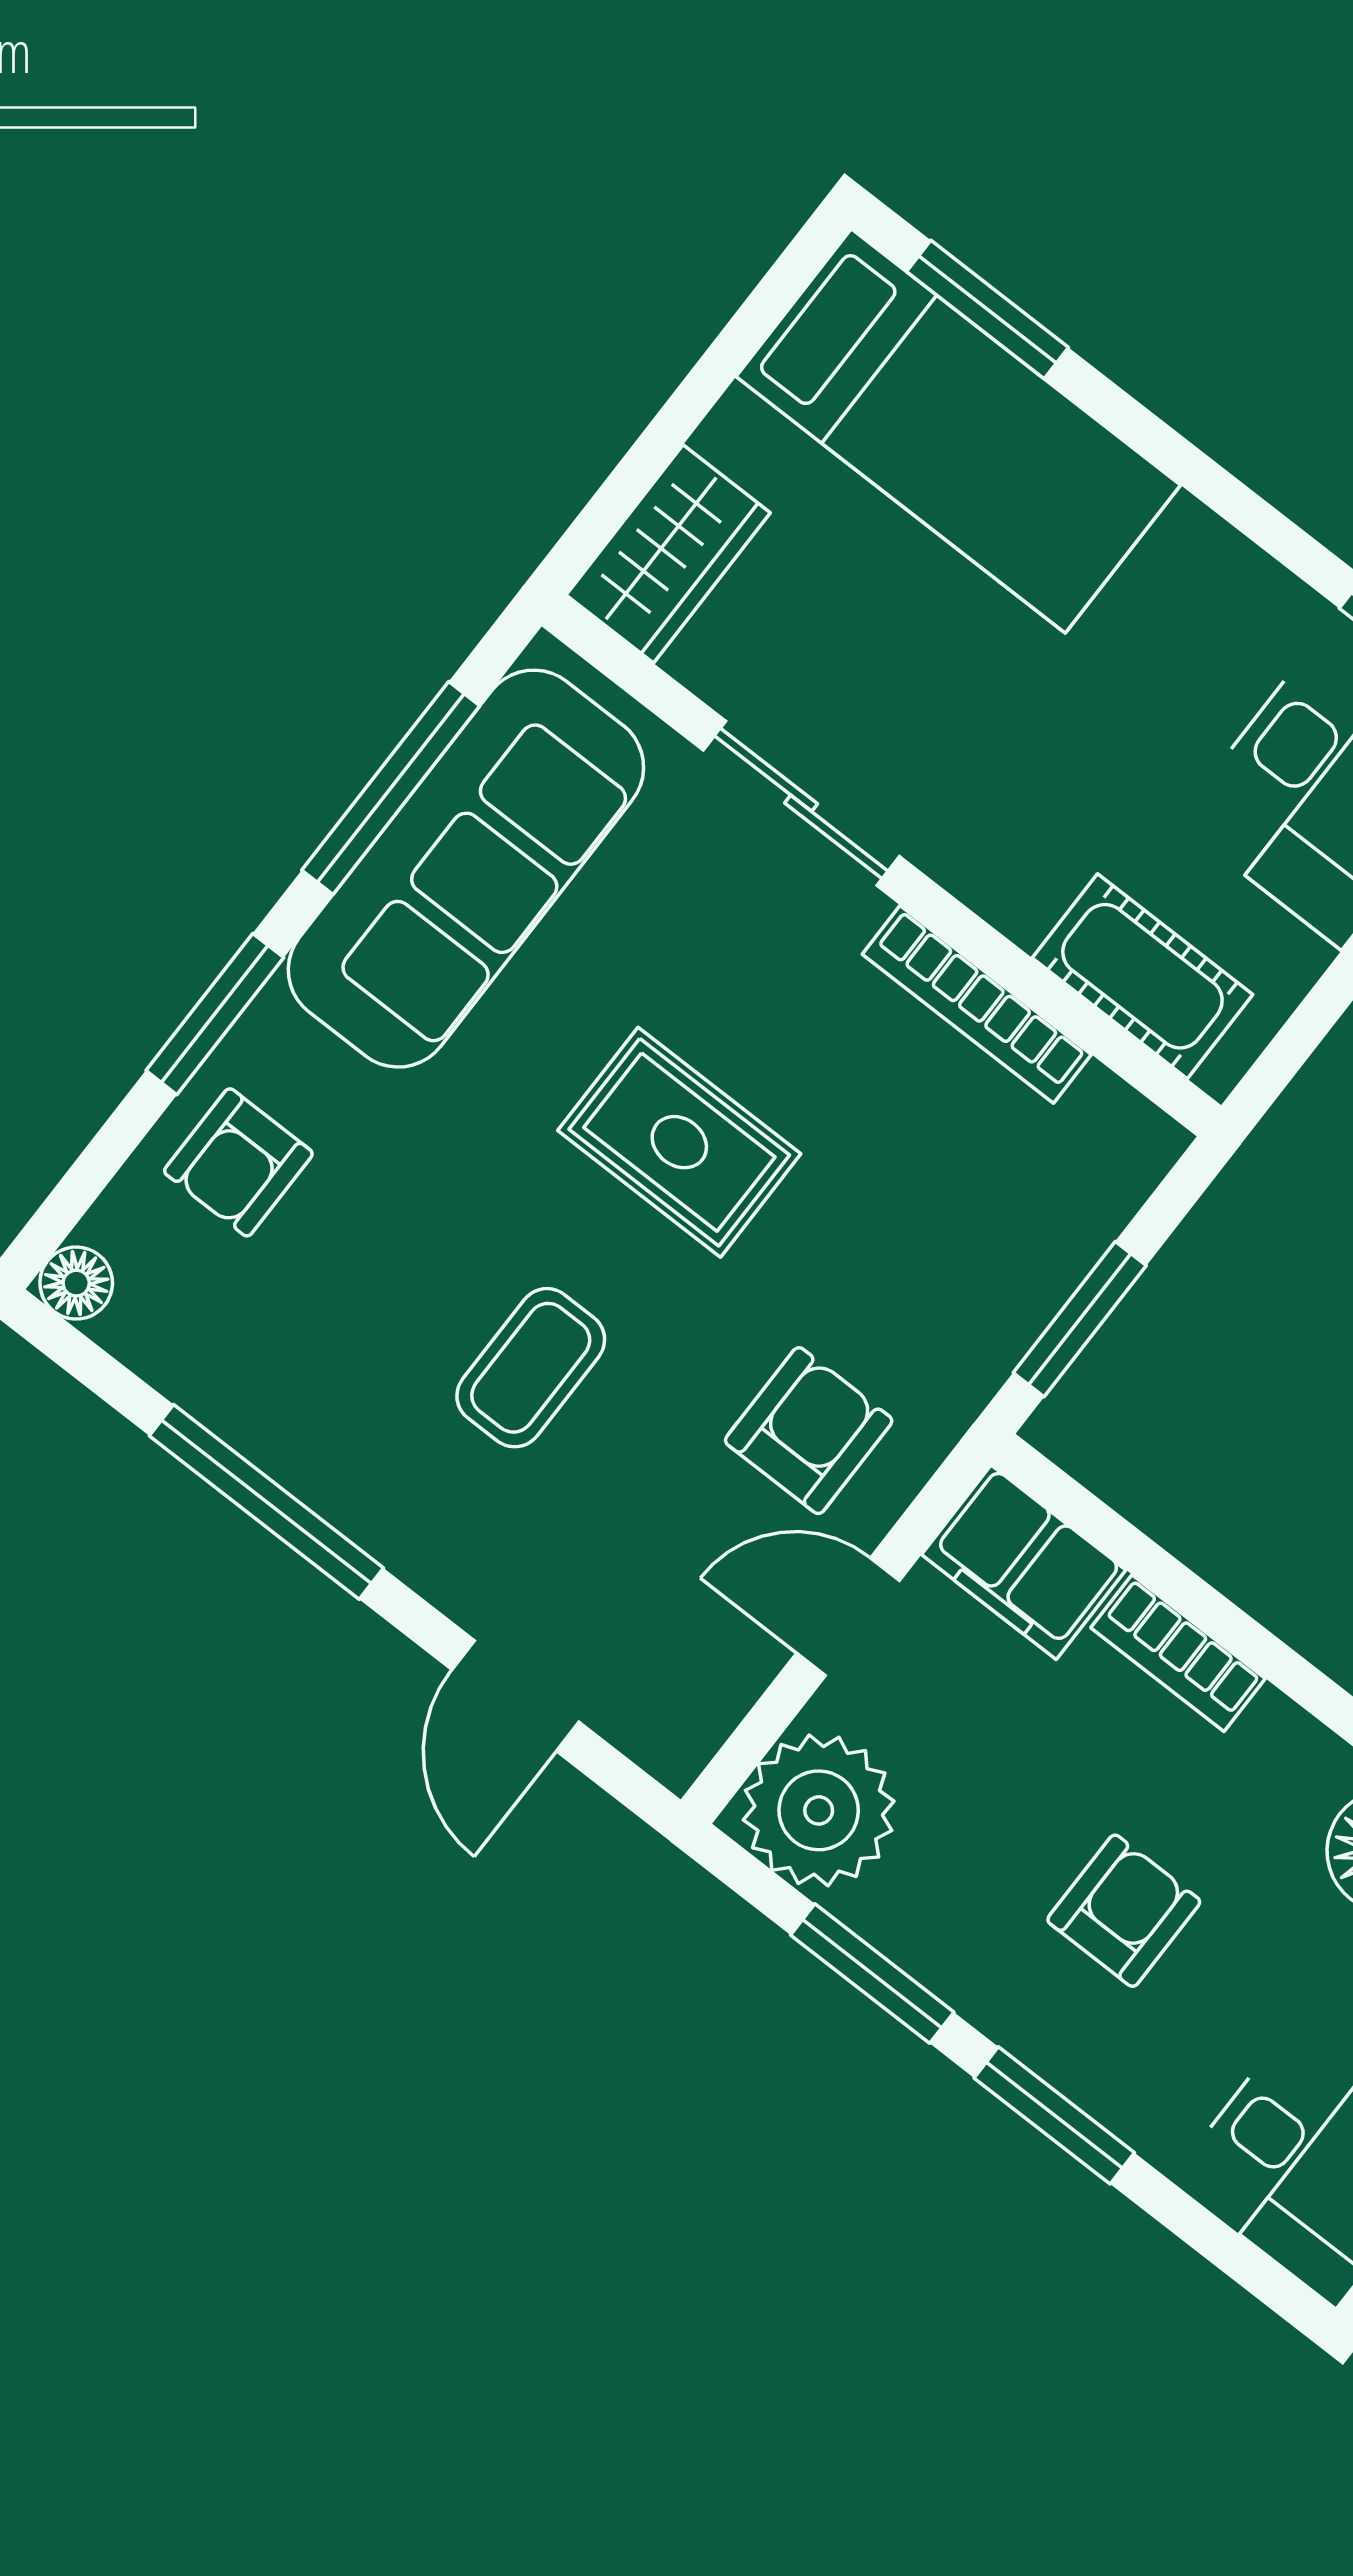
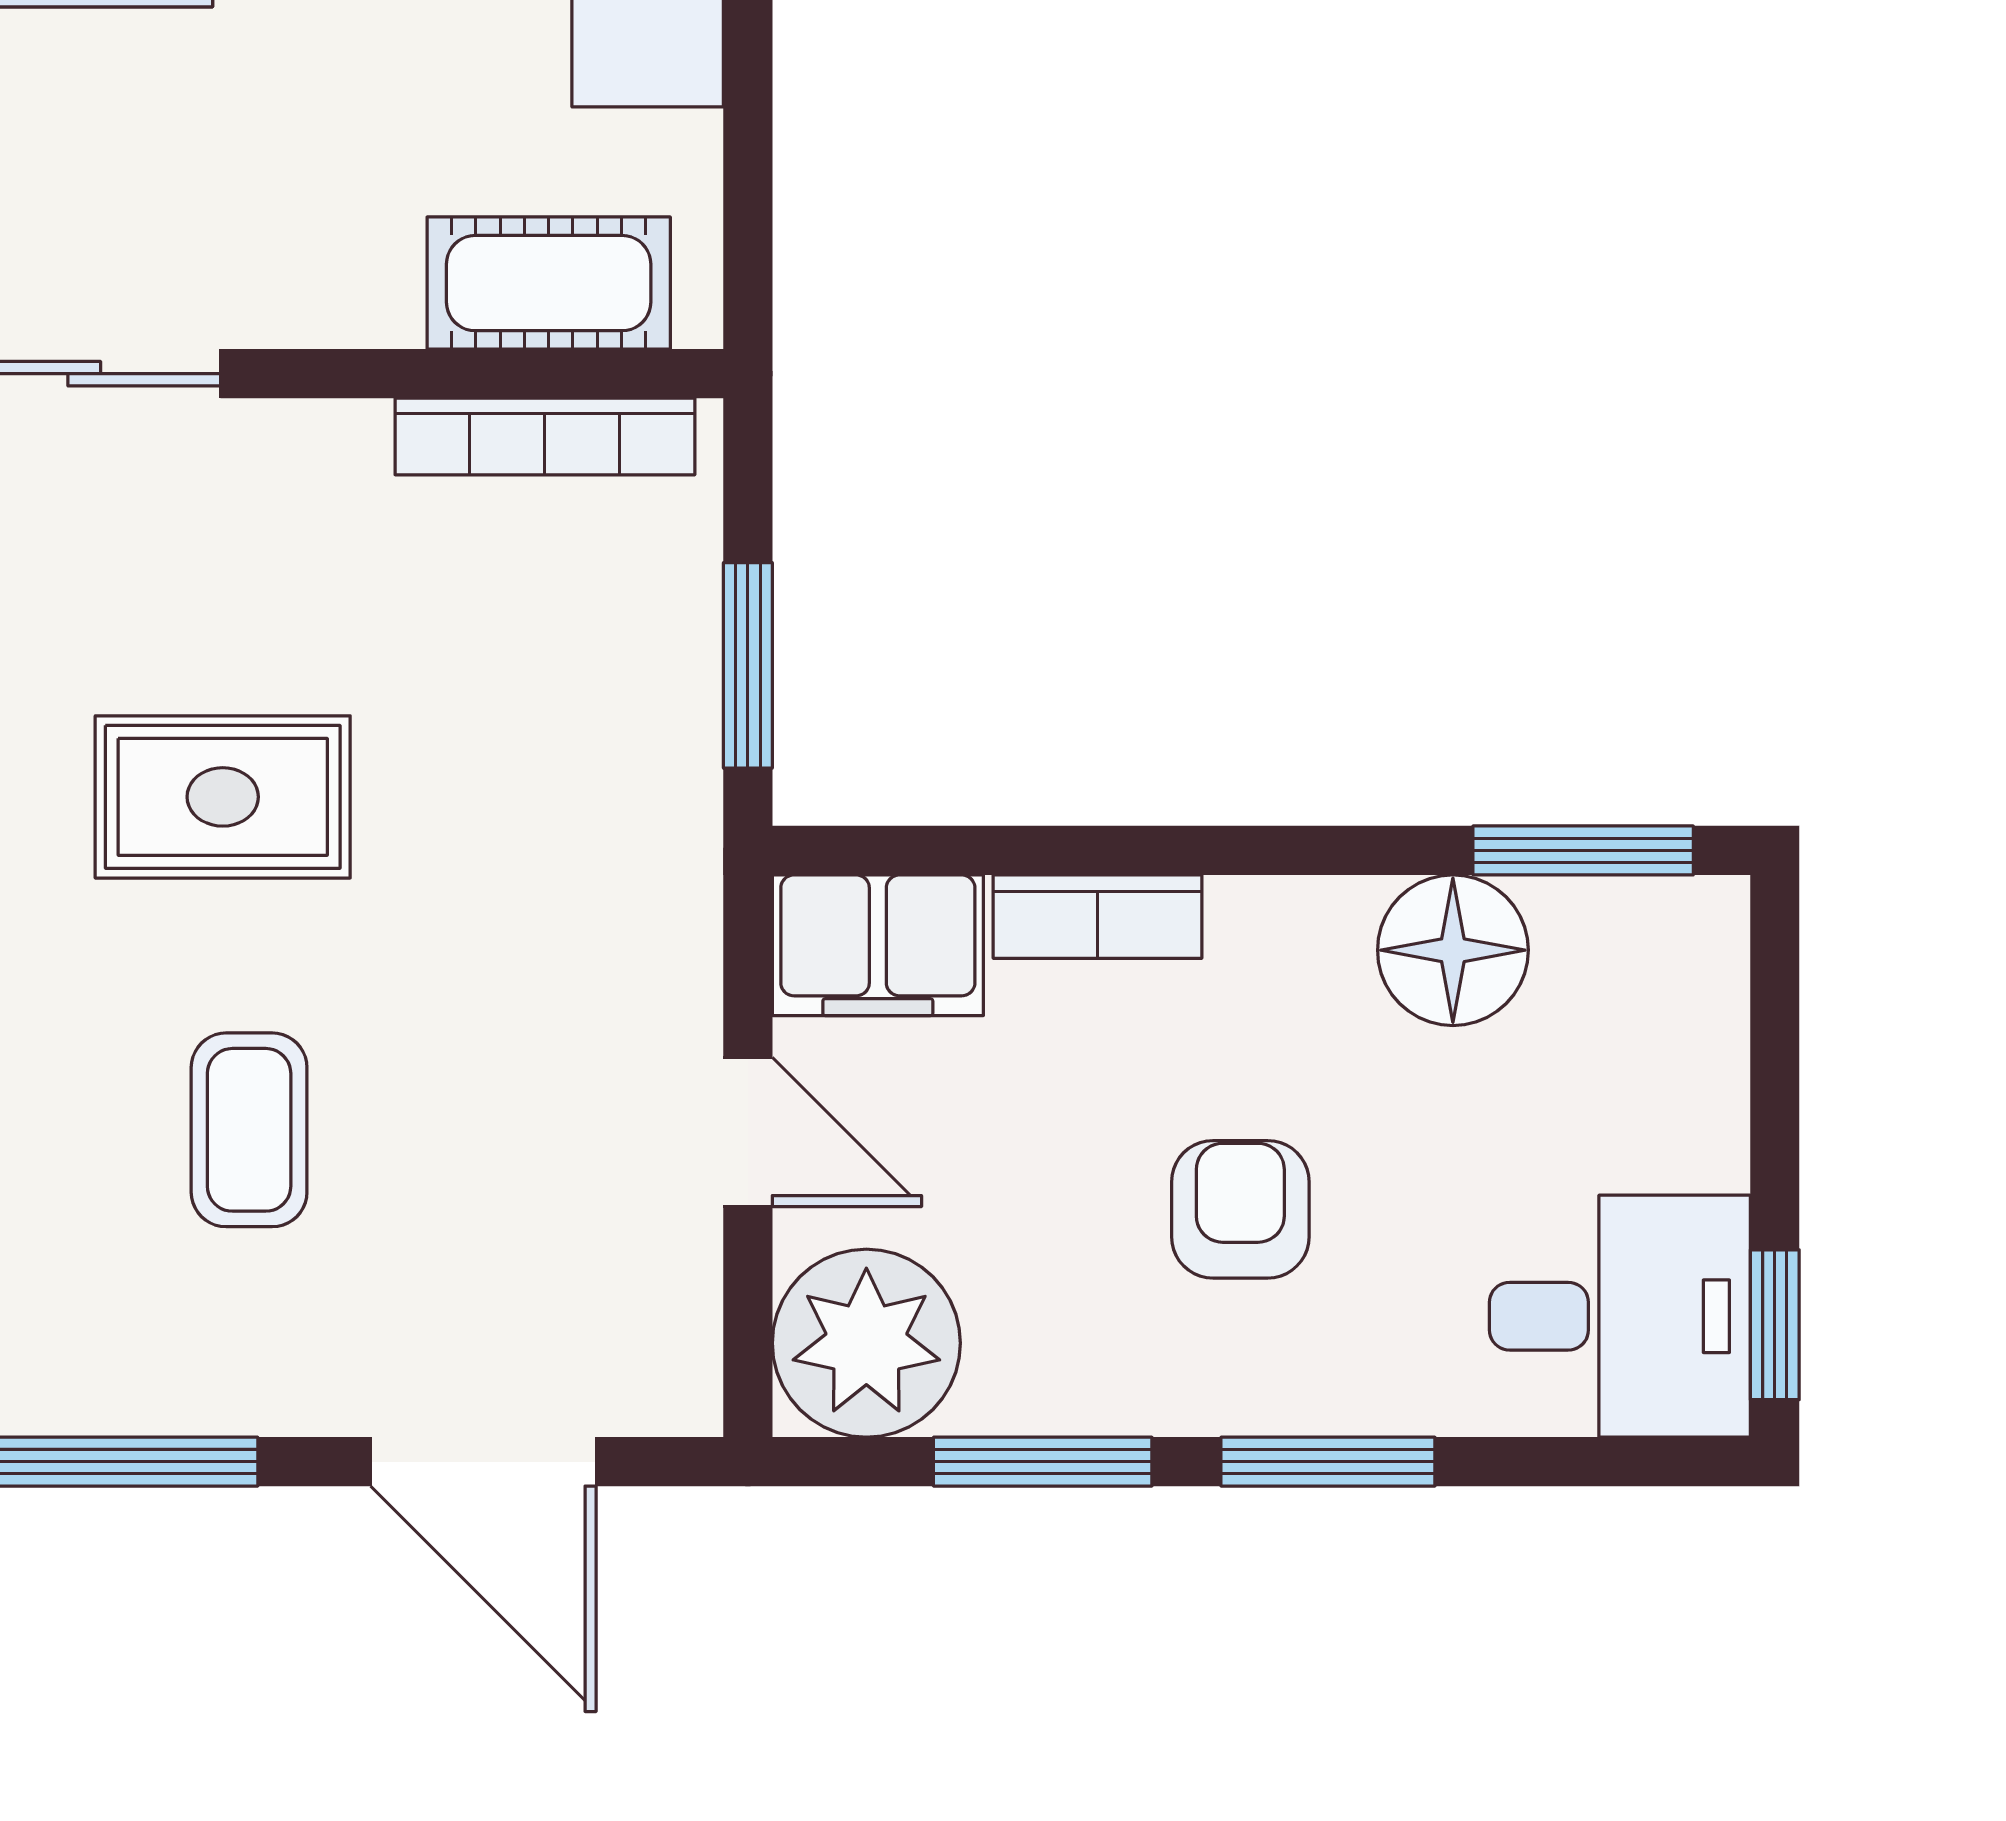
bookcase: (977, 1004) -> (545, 436), moved
armchair: (809, 1431) -> (568, 980), removed
door: (848, 1617) -> (748, 1132), swing flipped
door: (515, 1696) -> (483, 1462), width x1.38

